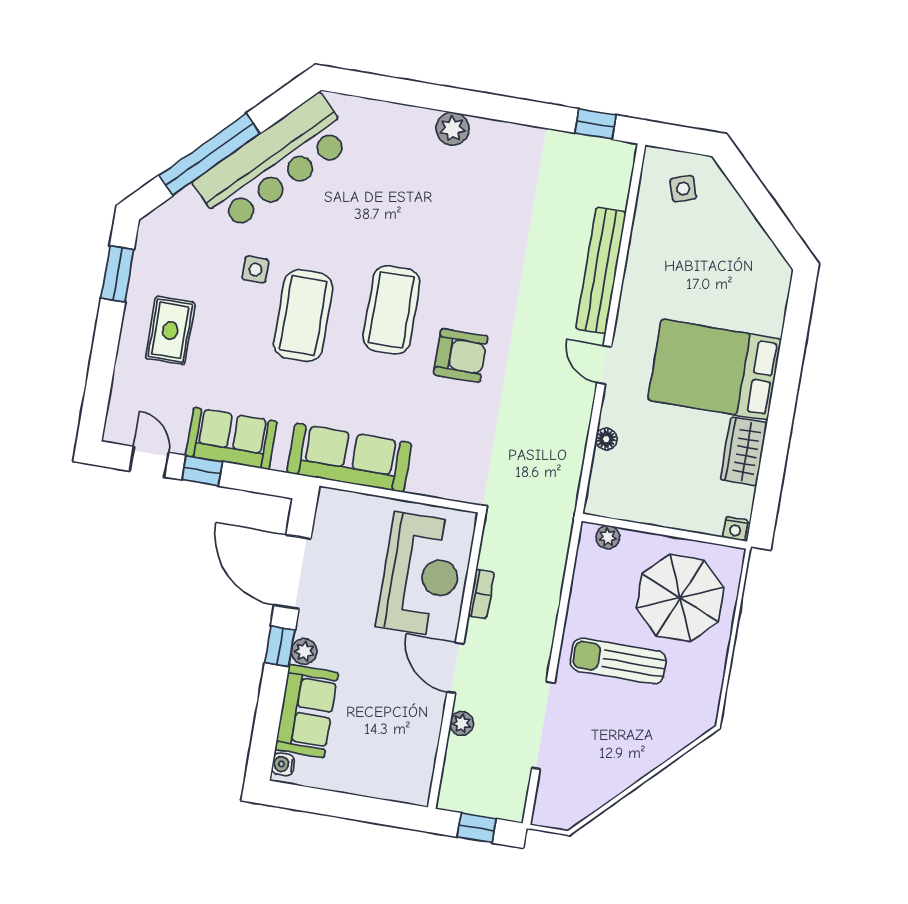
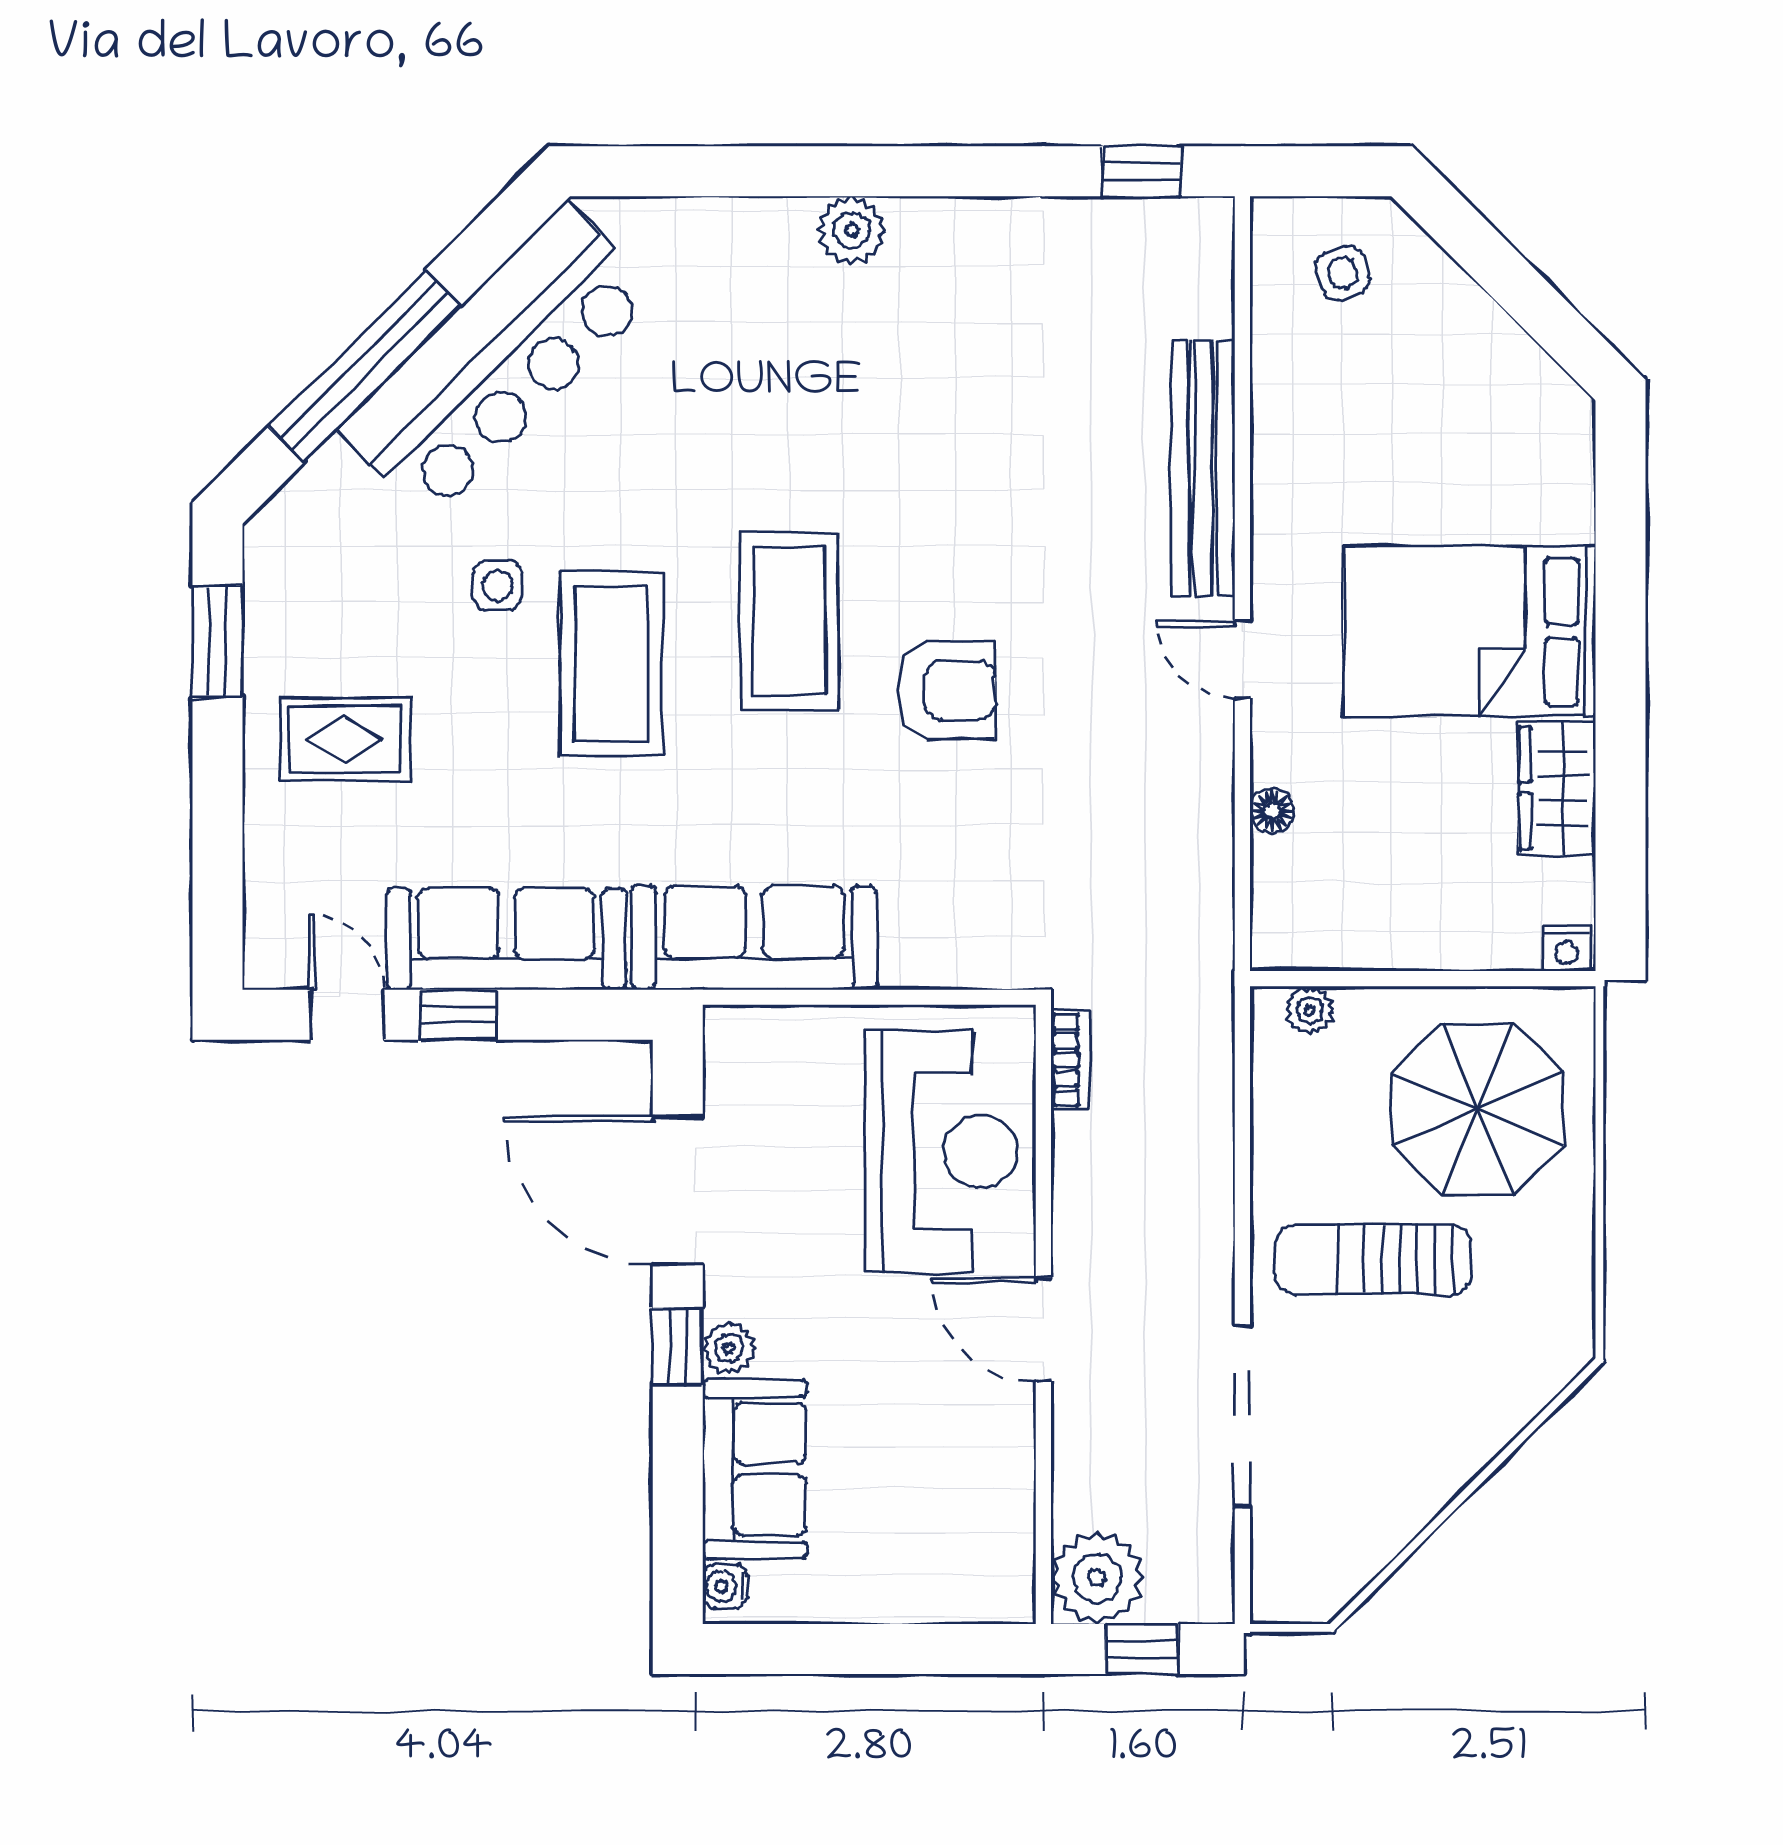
rug: (170, 330) -> (345, 739), turned 90
sofa: (231, 439) -> (507, 939), width x1.36
bookcase: (481, 594) -> (1070, 1060), moved
plant: (462, 723) -> (1097, 1578), moved, width x1.88, depth x1.88

